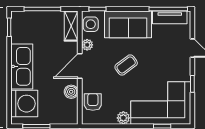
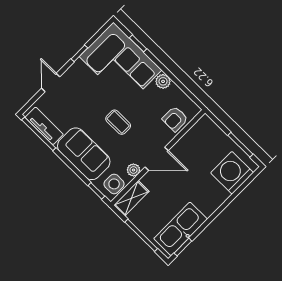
coffee table: (126, 65) -> (118, 122), turned 37
kitchen sink: (22, 66) -> (181, 229), moved
boiler: (71, 92) -> (184, 145), removed

